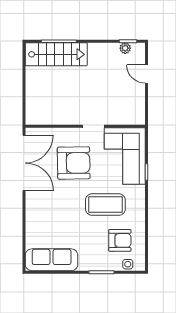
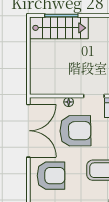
floor lamp: (66, 133) -> (69, 102), added
armchair: (48, 210) -> (51, 176), added

